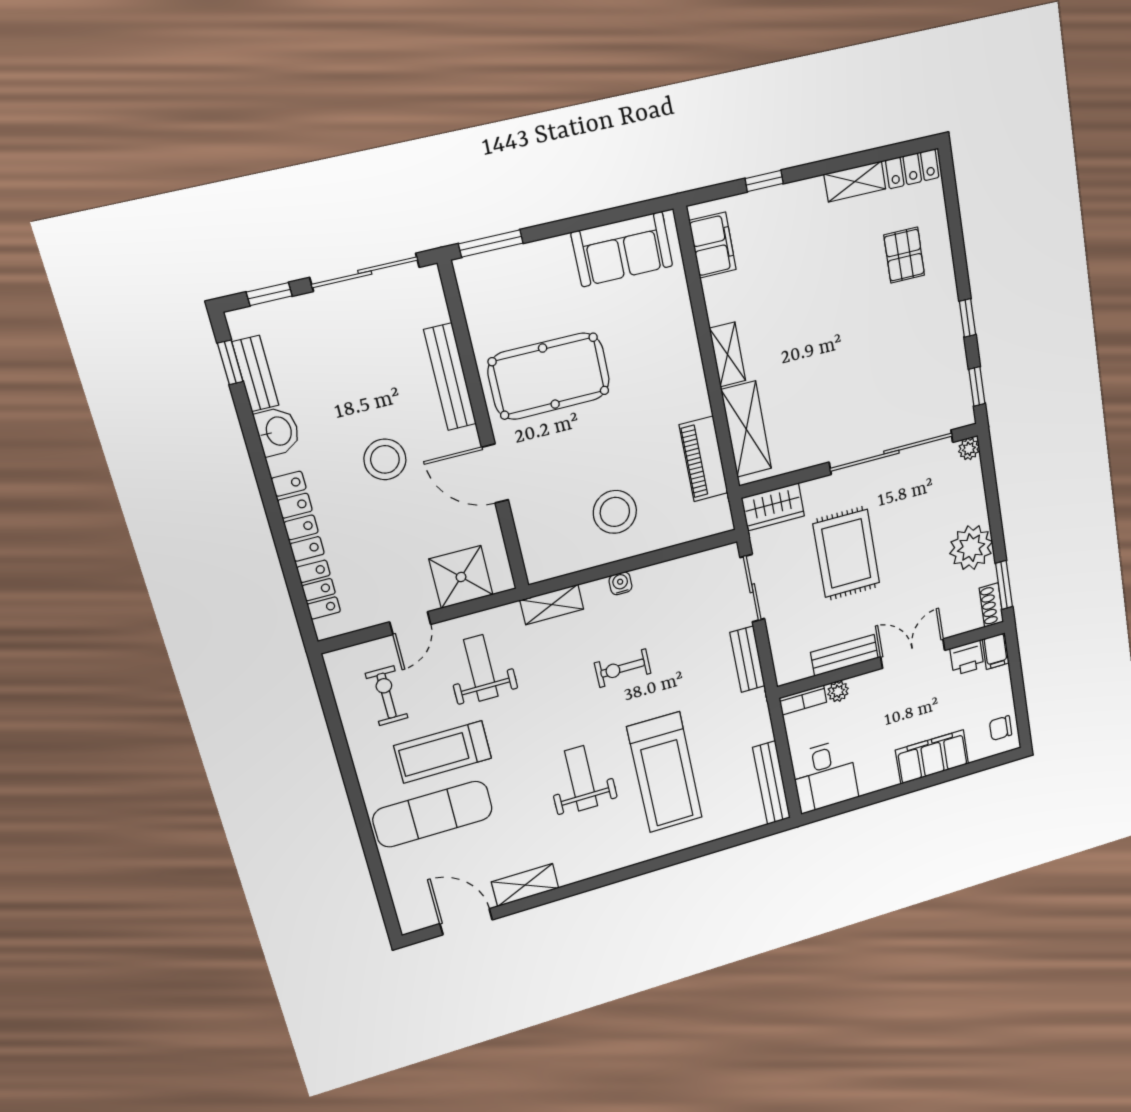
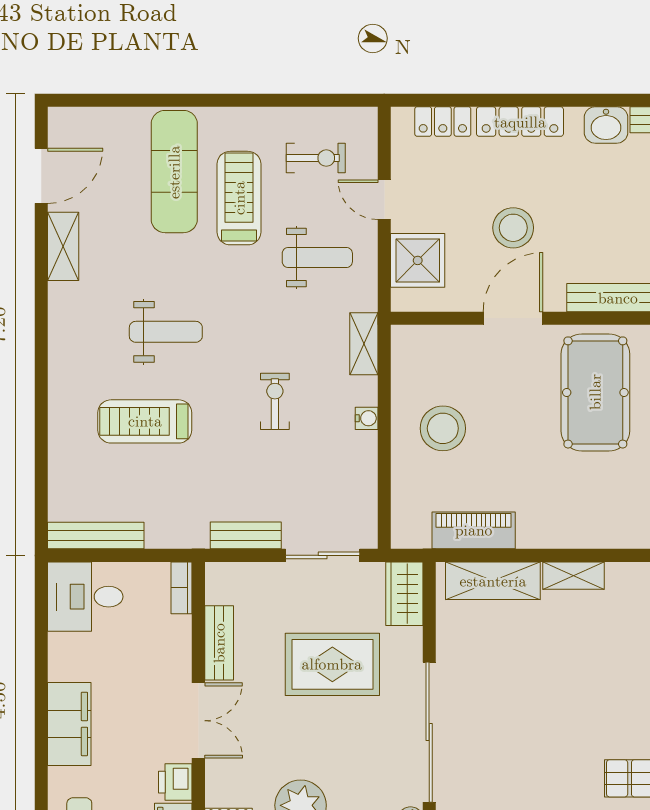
stool: (385, 459) -> (513, 228), moved
plant: (838, 691) -> (180, 629), removed
treadmill: (665, 772) -> (145, 421), width x0.73, depth x0.73

